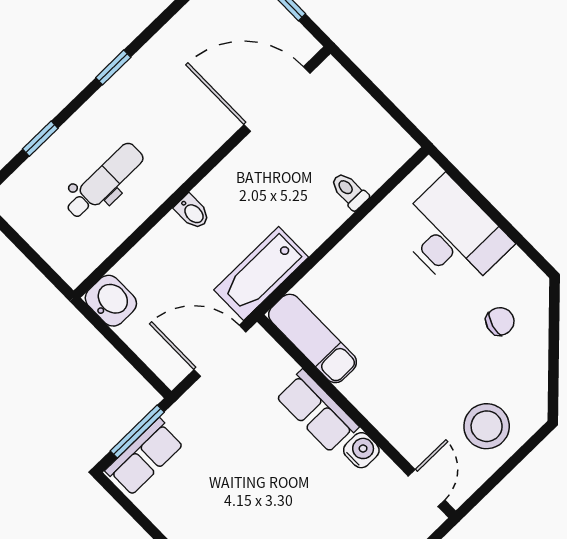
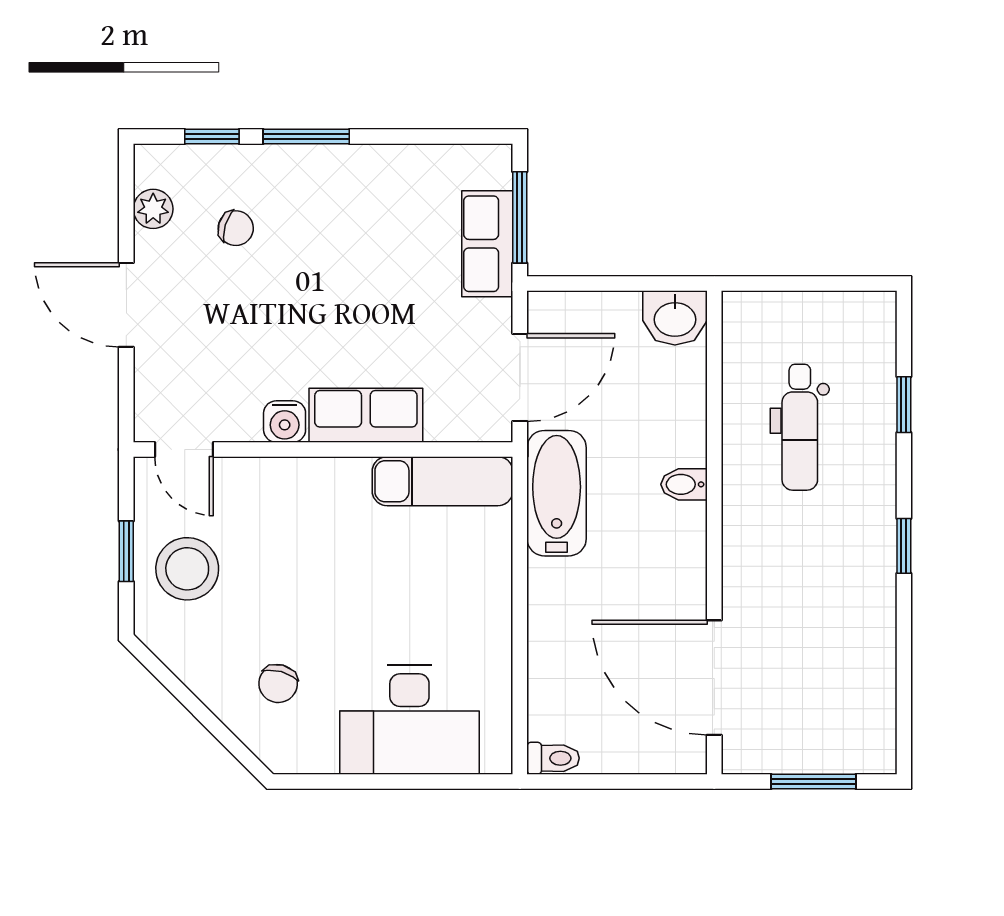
door: (277, 99) -> (714, 678), swing flipped
toilet: (349, 191) -> (553, 758), moved
row of seats: (145, 457) -> (487, 244), moved
window: (508, 467) -> (126, 551), added

